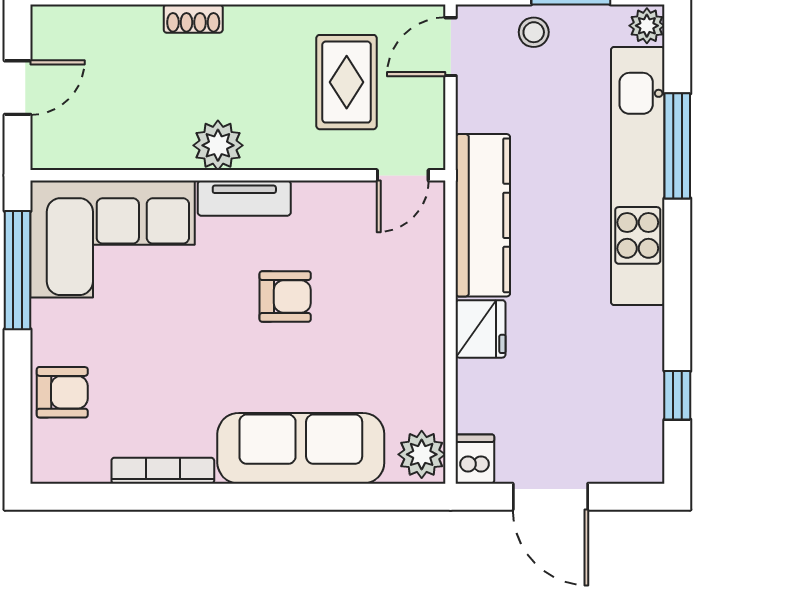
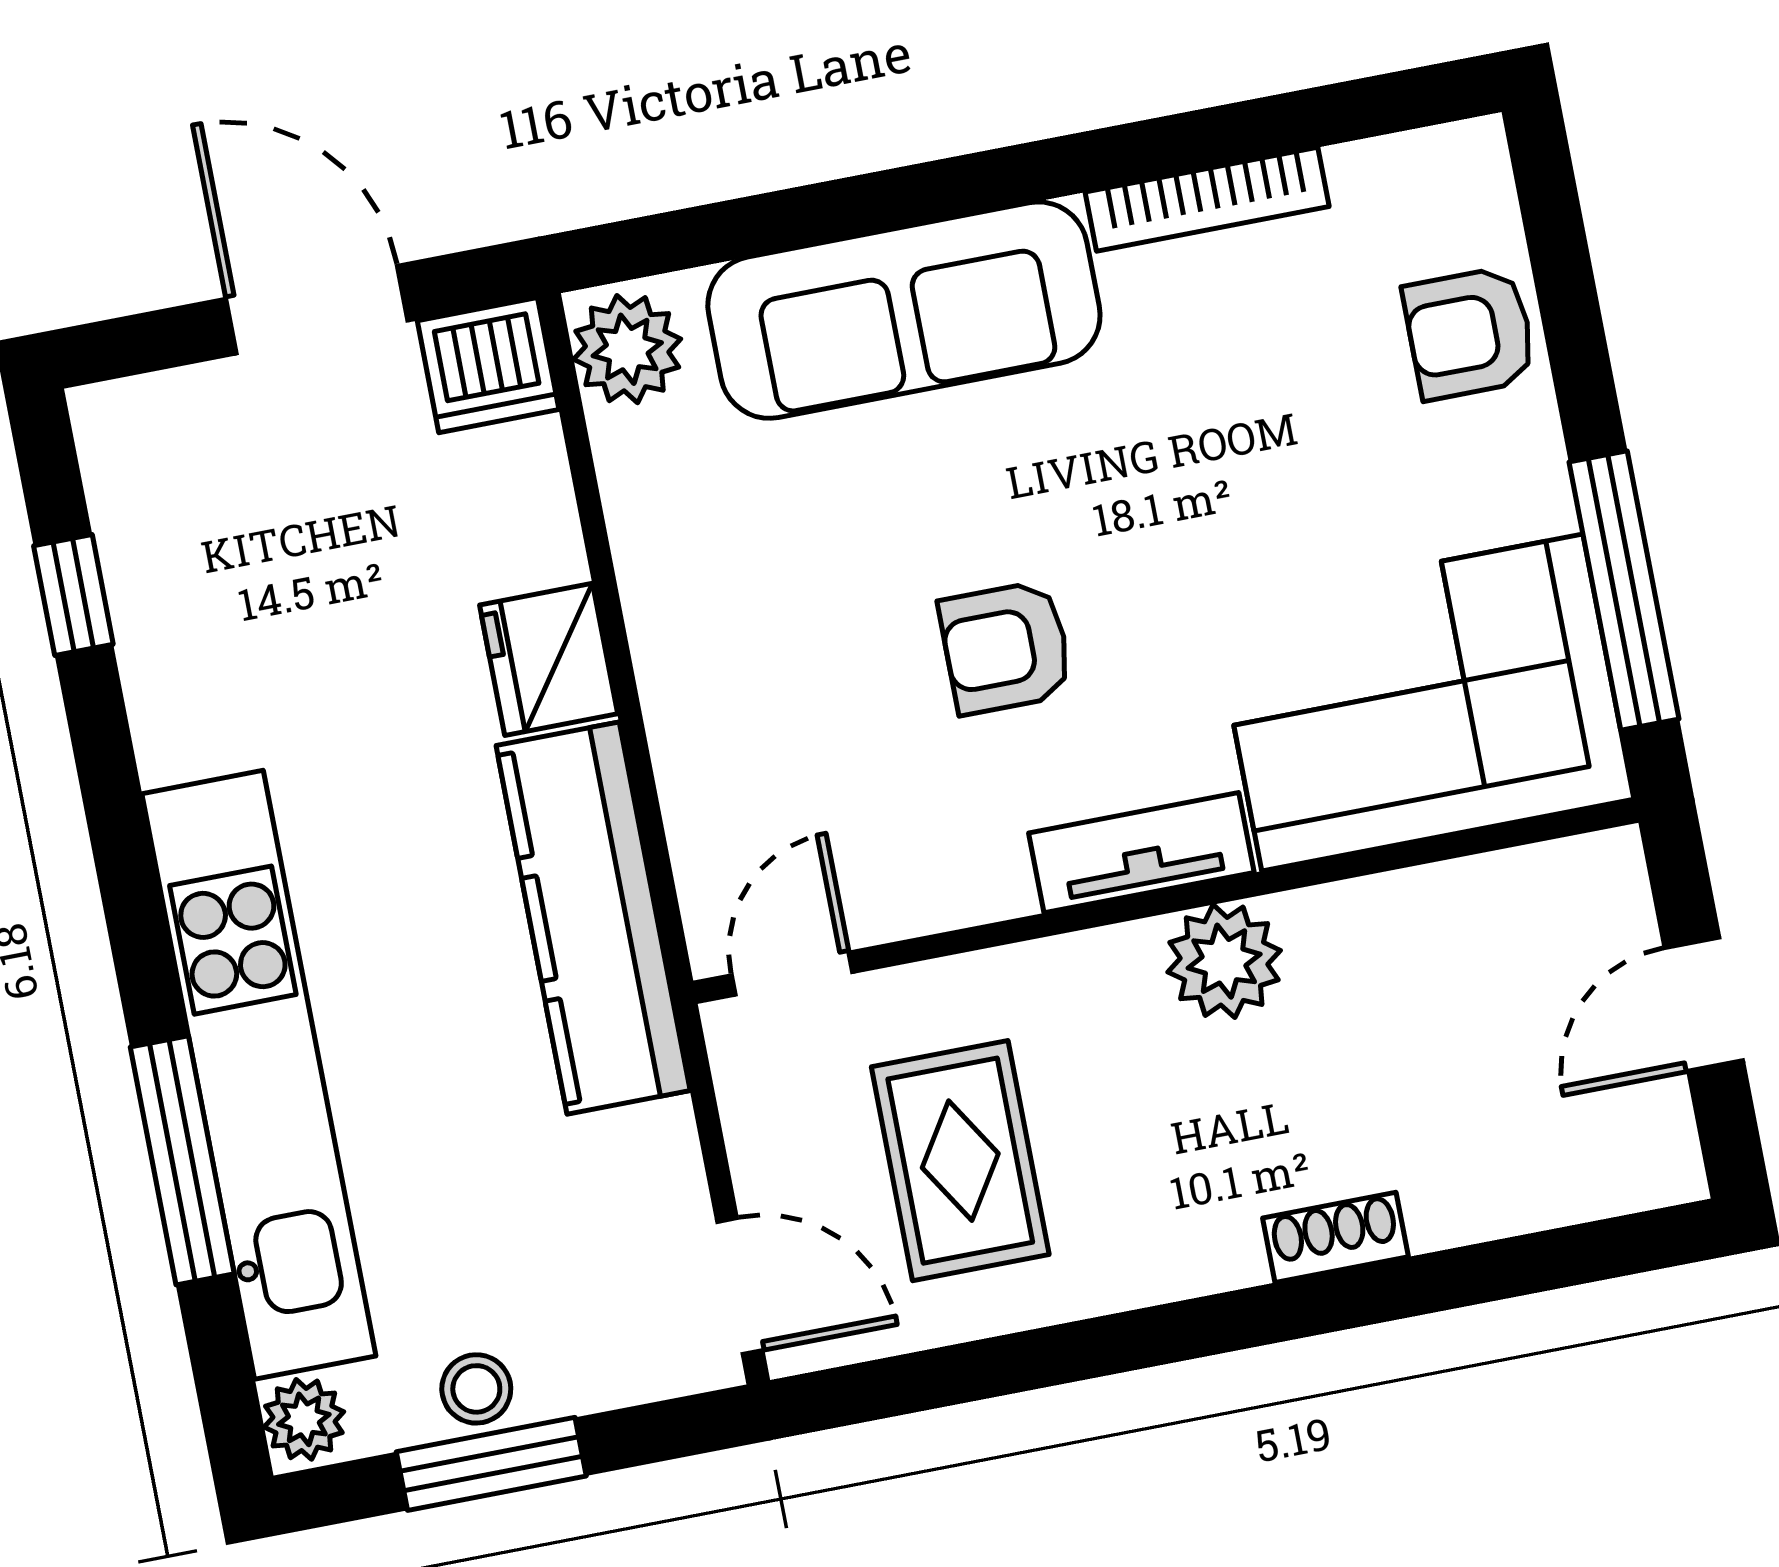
stool: (534, 32) -> (476, 1389), moved
door: (451, 47) -> (740, 1286), hinge flipped
dishwasher: (475, 459) -> (488, 365), width x1.38

